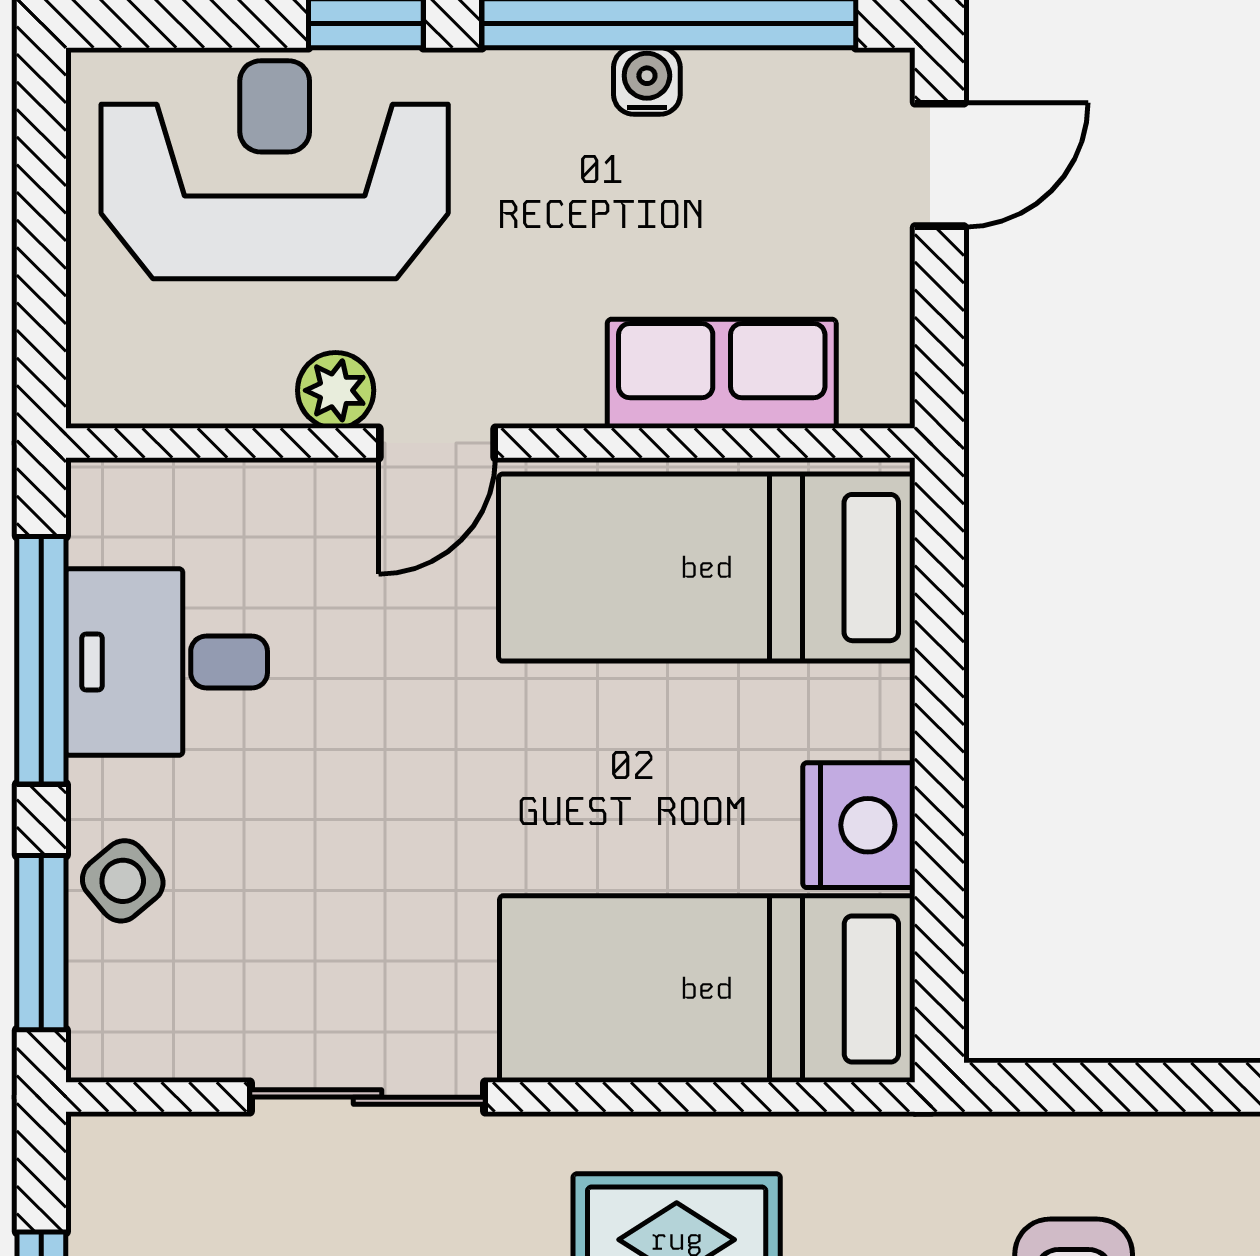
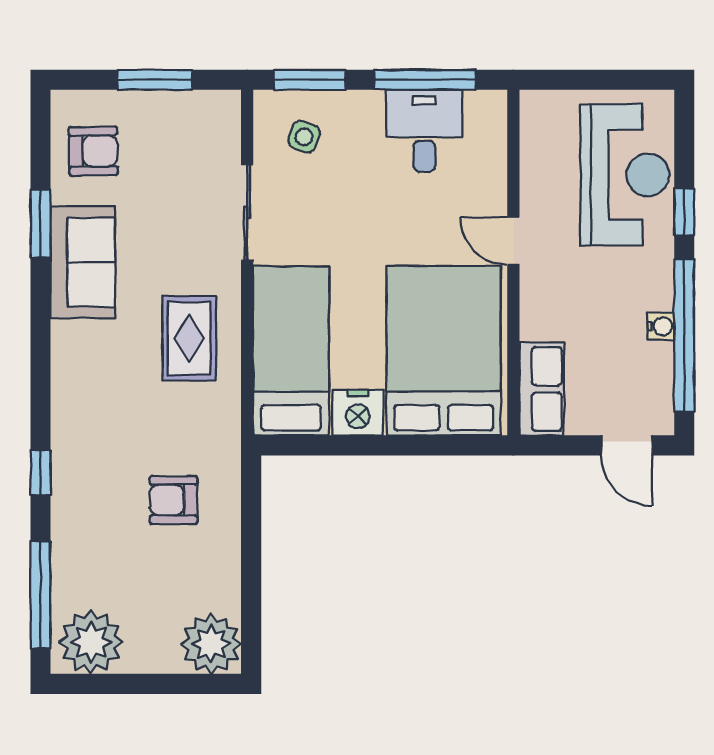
row of seats: (722, 374) -> (542, 389), moved
plant: (336, 390) -> (535, 200), removed
bed: (707, 568) -> (444, 351), width x1.50
side table: (123, 881) -> (304, 137), moved, turned -31

